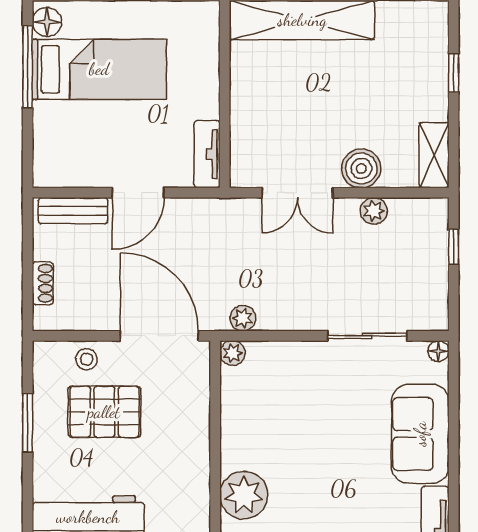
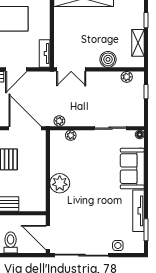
shelving: (434, 155) -> (138, 43), moved
double door: (297, 193) -> (71, 69), moved
plant: (374, 211) -> (127, 77), moved
plant: (232, 353) -> (71, 135), moved
plant: (244, 495) -> (60, 183), moved

